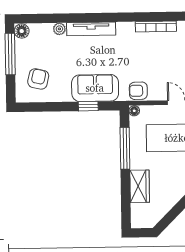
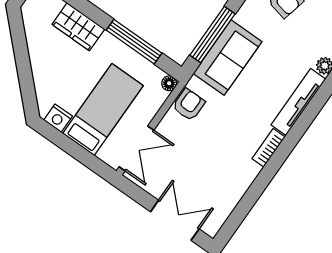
bookcase: (156, 27) -> (269, 148), moved, width x0.64
window: (88, 106) -> (212, 35), width x2.17

